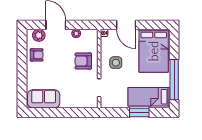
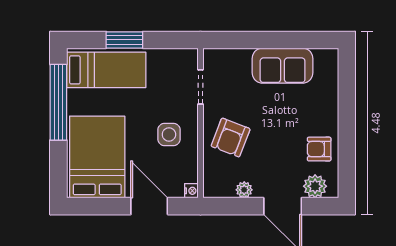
armchair: (83, 61) -> (231, 138), turned 111
sofa: (44, 99) -> (283, 66), moved

